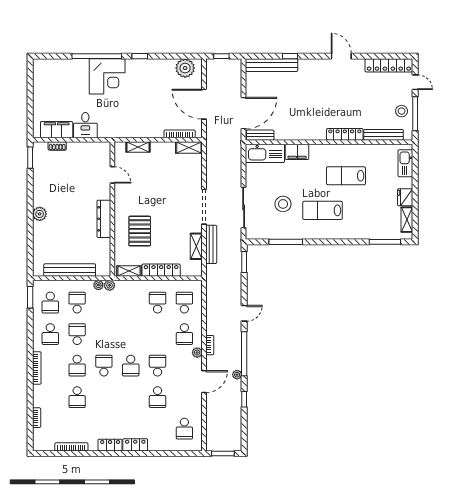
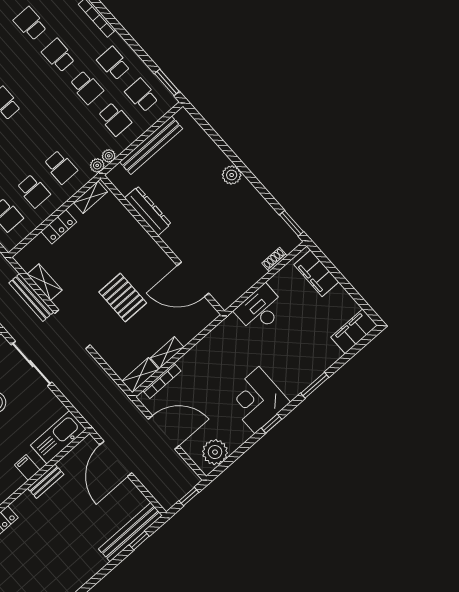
window: (97, 56) -> (315, 385), width x0.47
window: (290, 56) -> (139, 541), moved
filing cabinet: (48, 67) -> (354, 331), added
corner desk: (107, 76) -> (257, 400), moved
desk: (85, 125) -> (260, 309), width x1.37
filing cabinet: (57, 130) -> (316, 273), moved, turned 90
bench: (260, 135) -> (46, 481), moved
shelving: (138, 147) -> (167, 353), moved
filing cabinet: (297, 152) -> (27, 468), width x0.50
door: (112, 175) -> (193, 279), width x1.88
dresser: (104, 219) -> (148, 211), moved
pallet: (140, 231) -> (123, 298), moved
locker: (161, 270) -> (59, 227), width x0.66
school desk: (104, 366) -> (61, 167), moved

